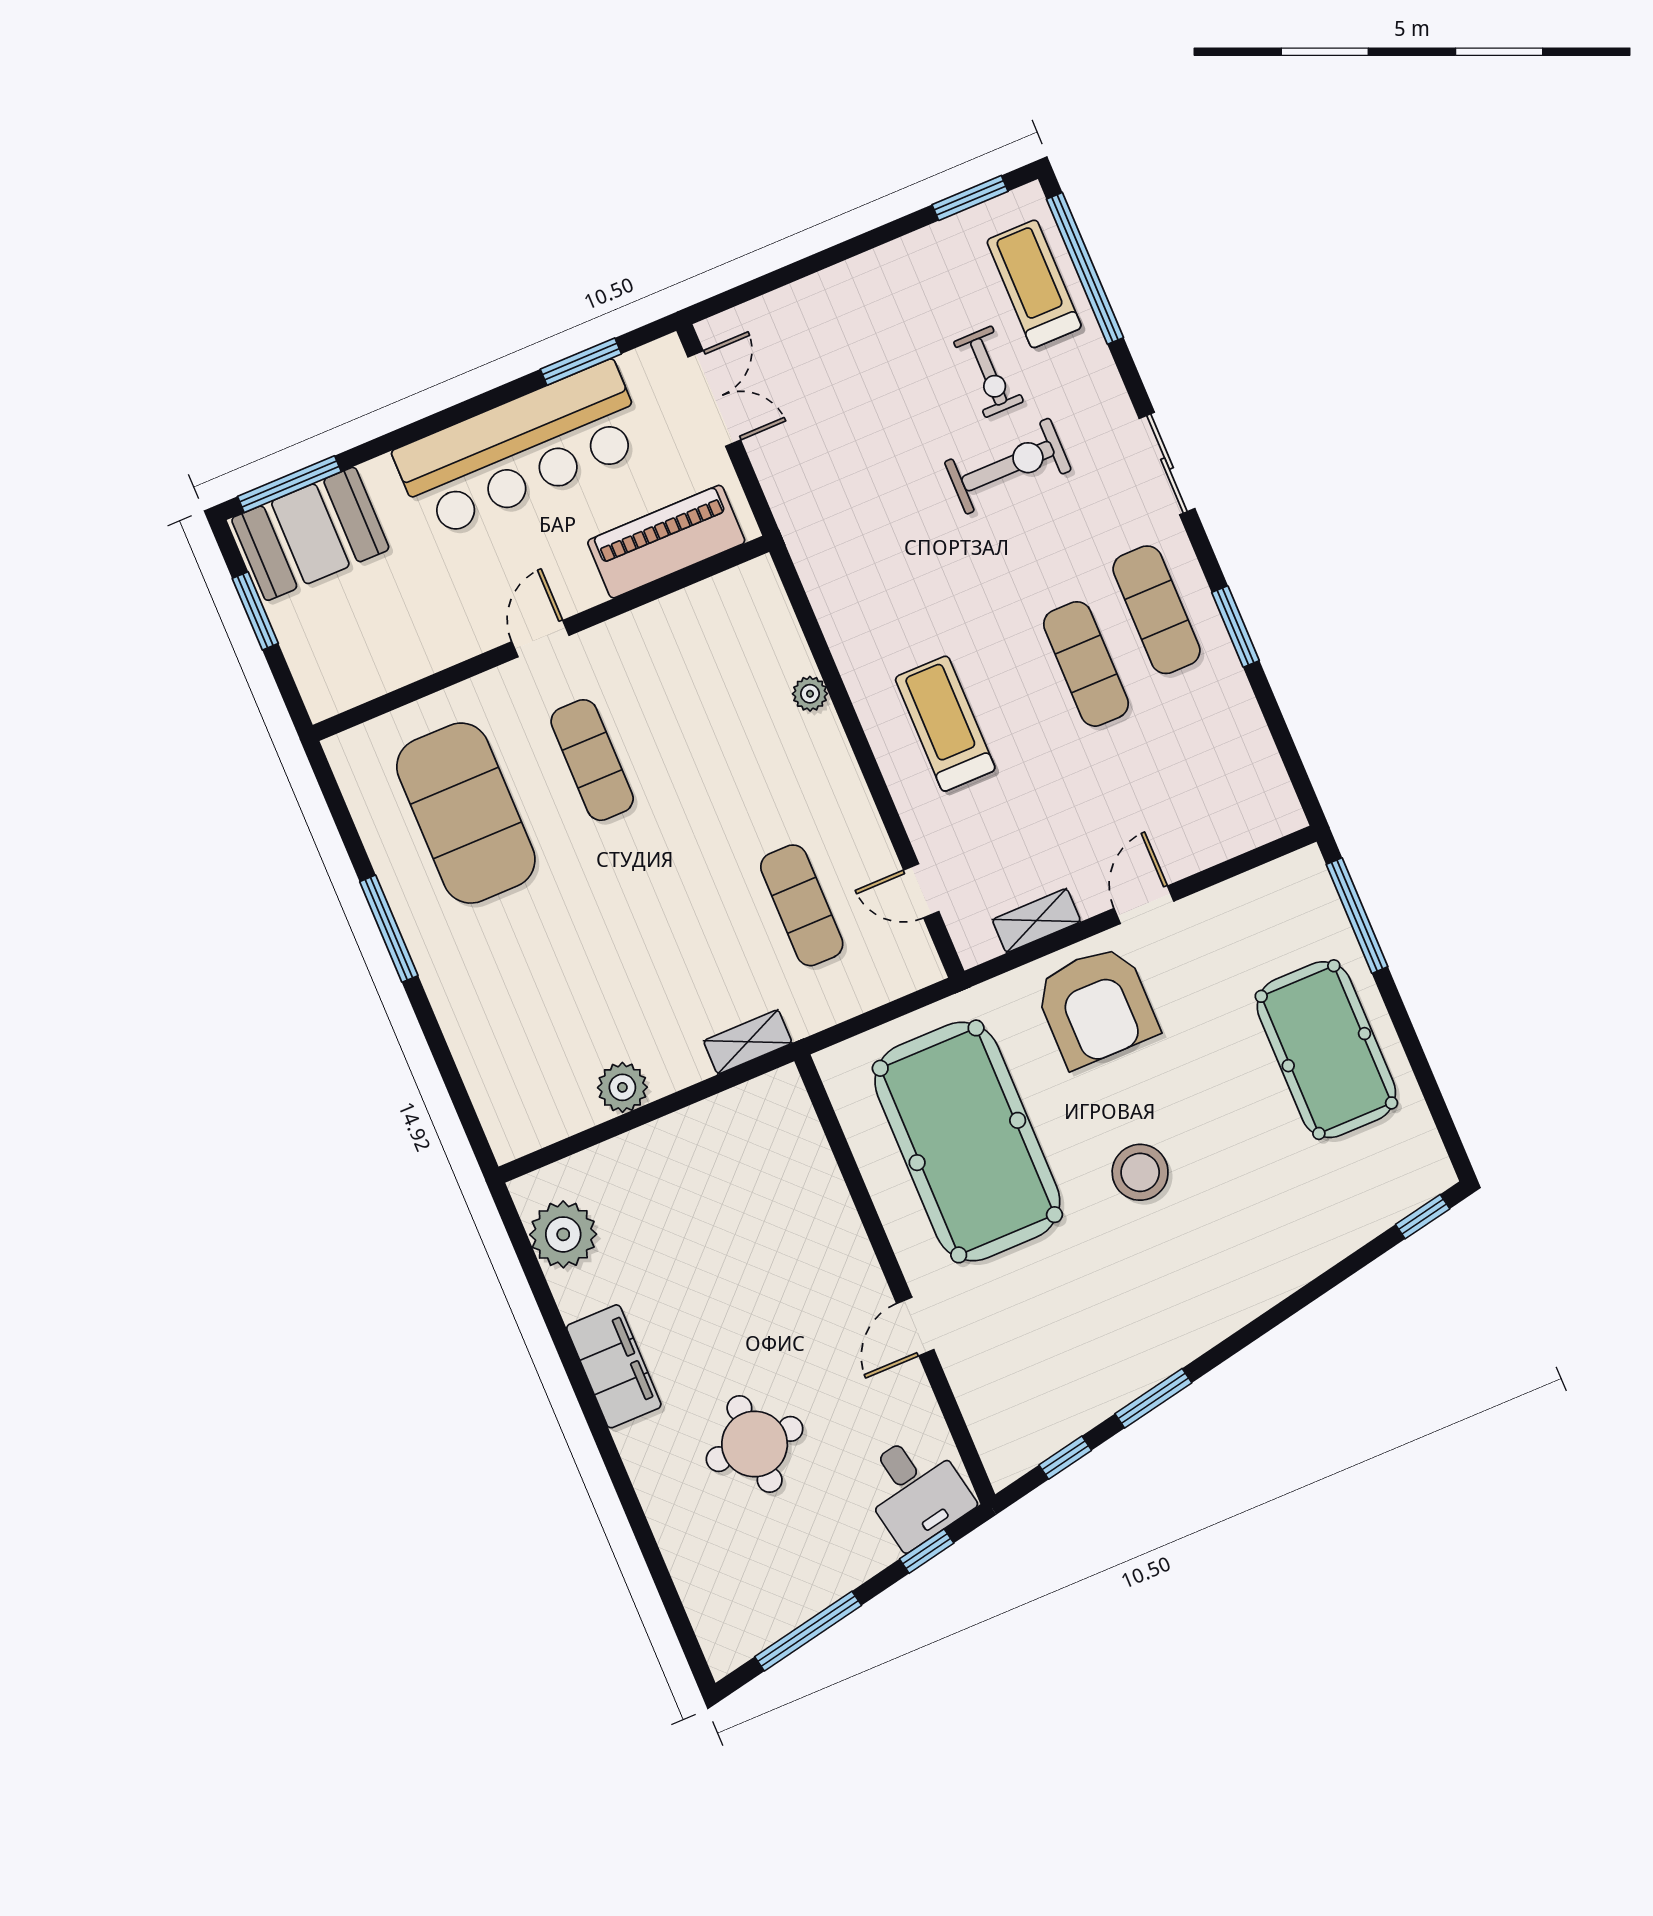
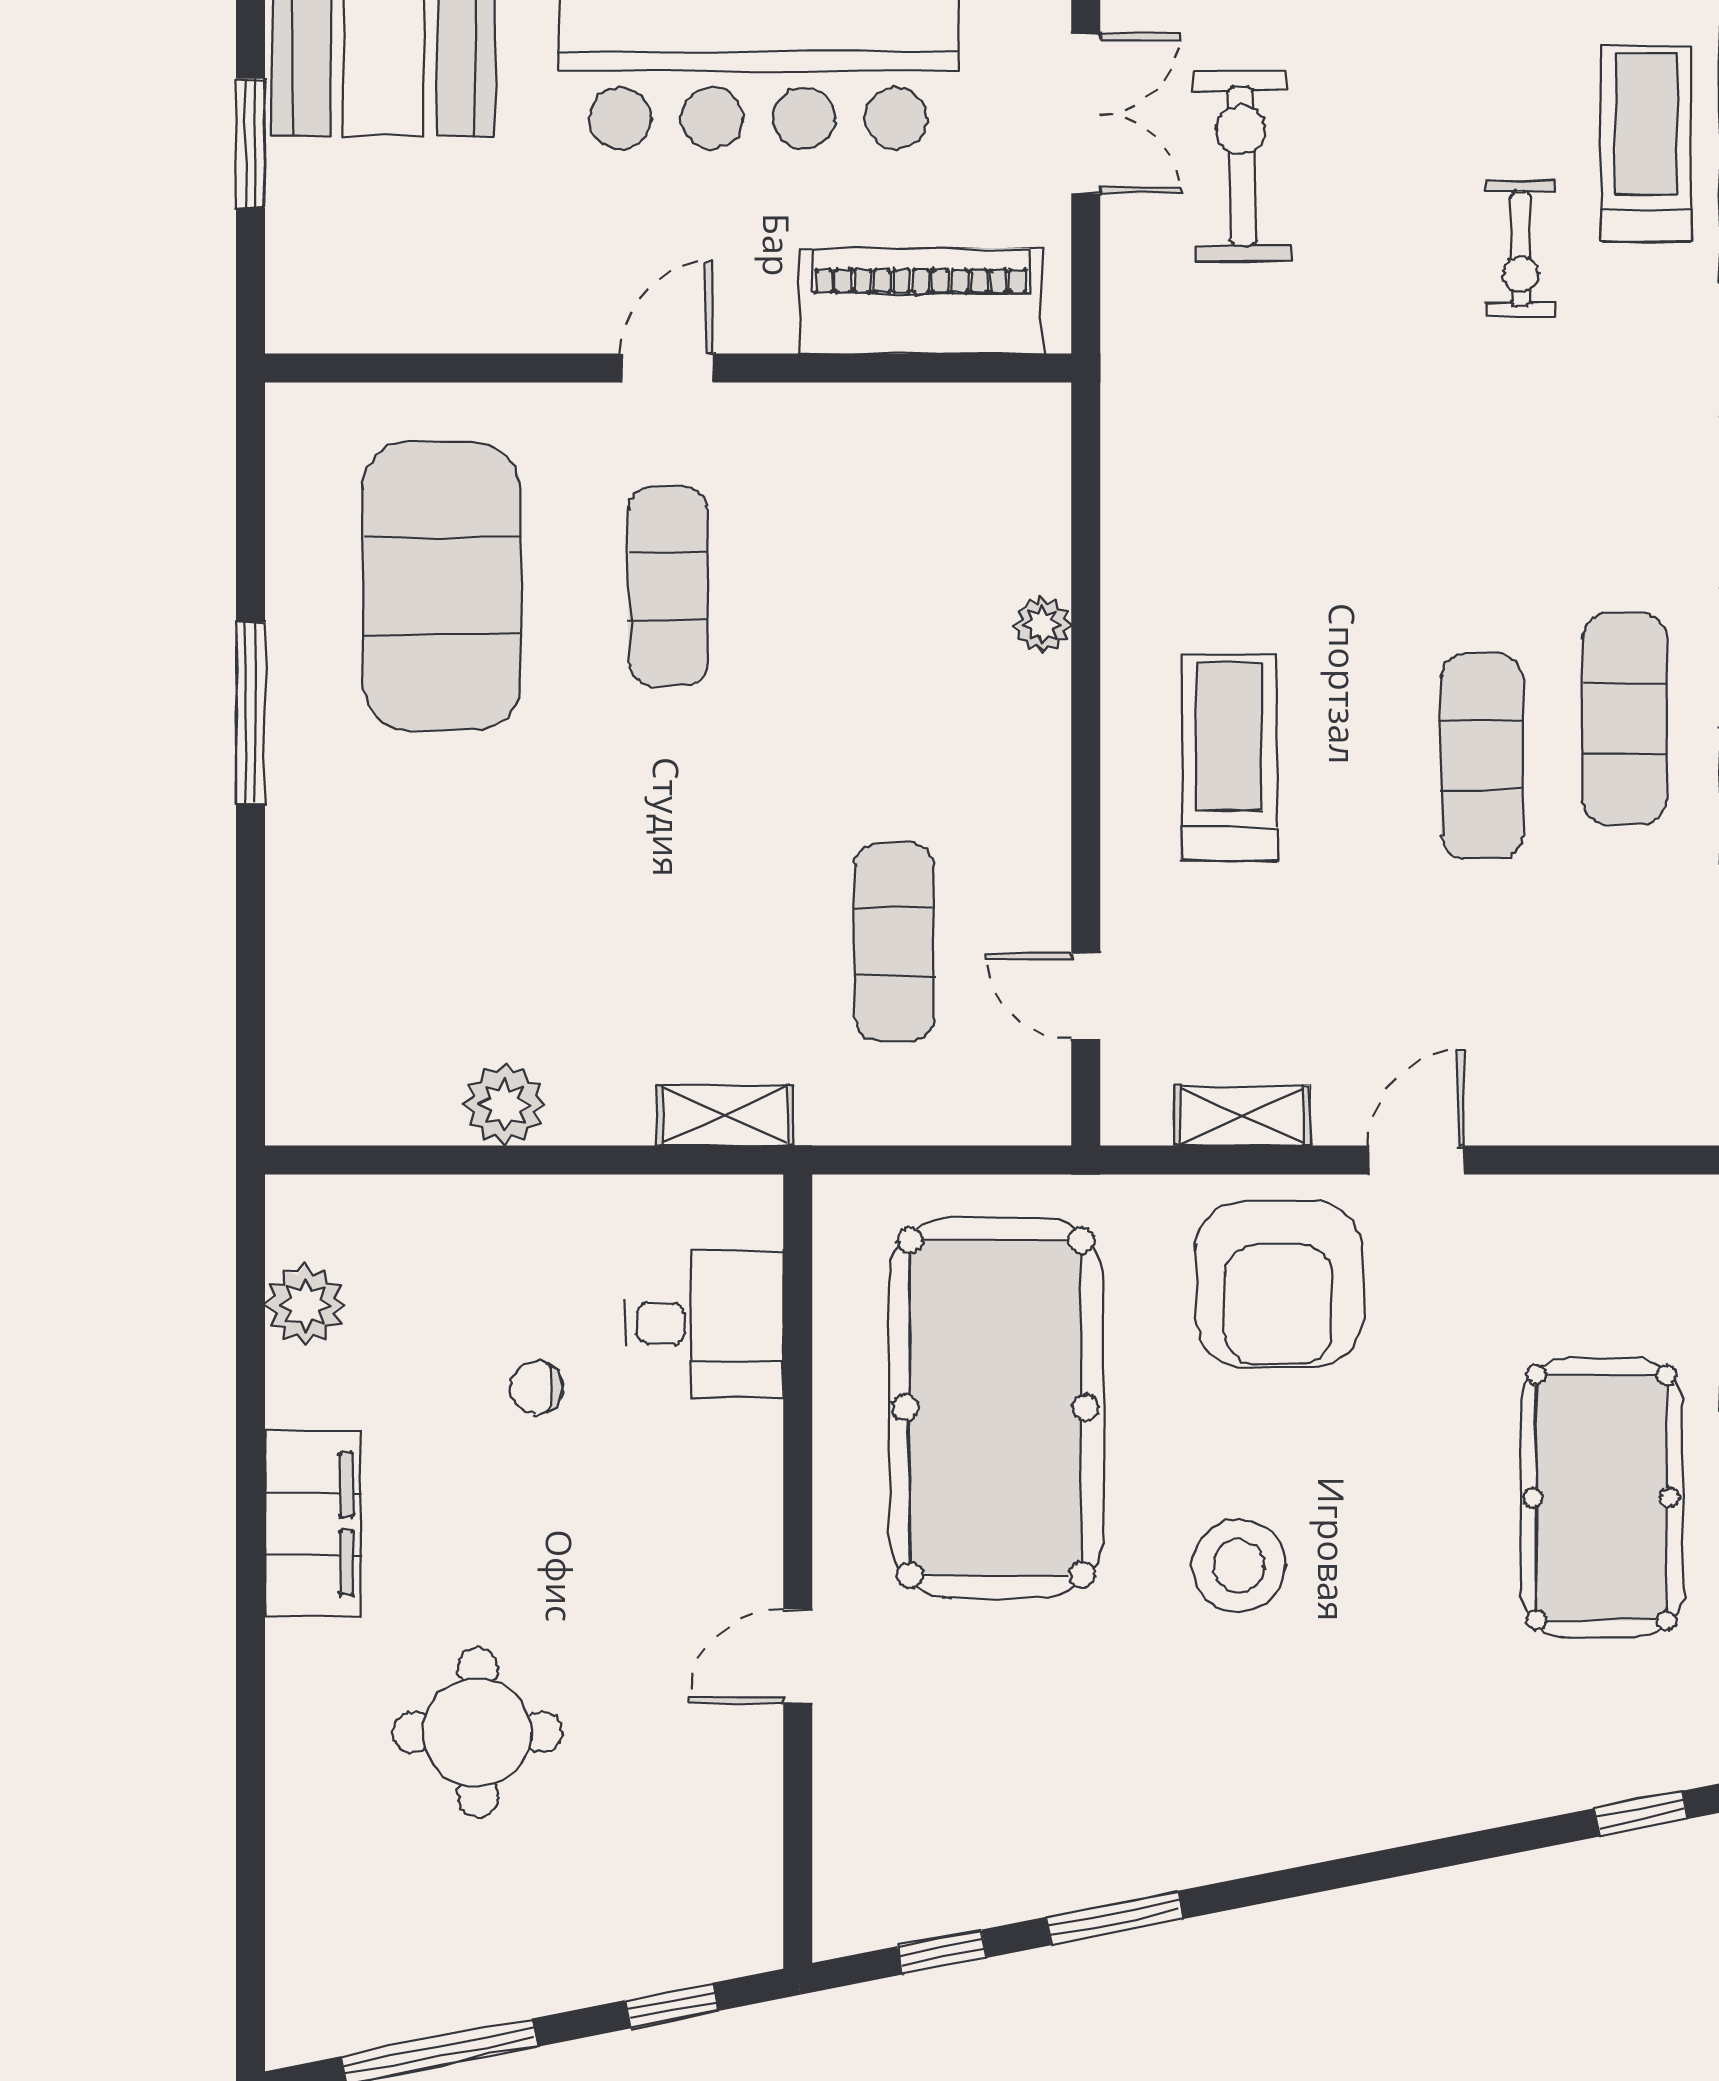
exercise bike: (1008, 466) -> (1242, 166), moved, turned -91
plant: (563, 1234) -> (305, 1305), width x0.73, depth x0.73
chair: (707, 1238) -> (536, 1388), added
desk: (915, 1490) -> (704, 1323), moved, turned -79

